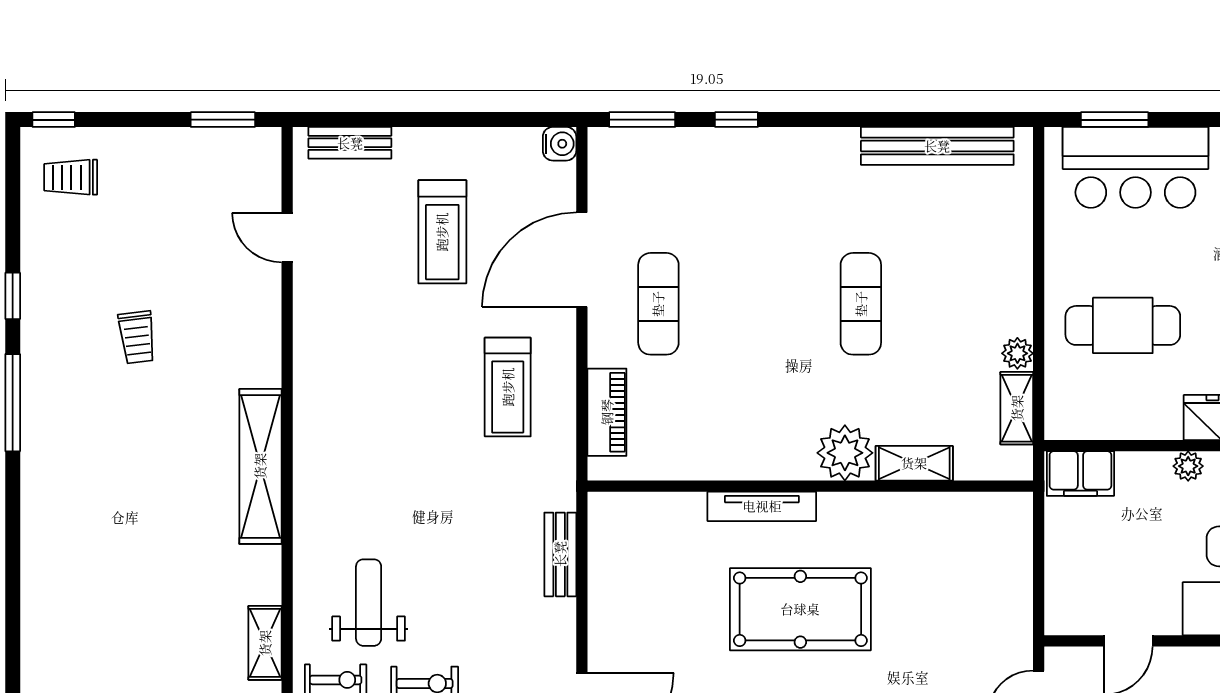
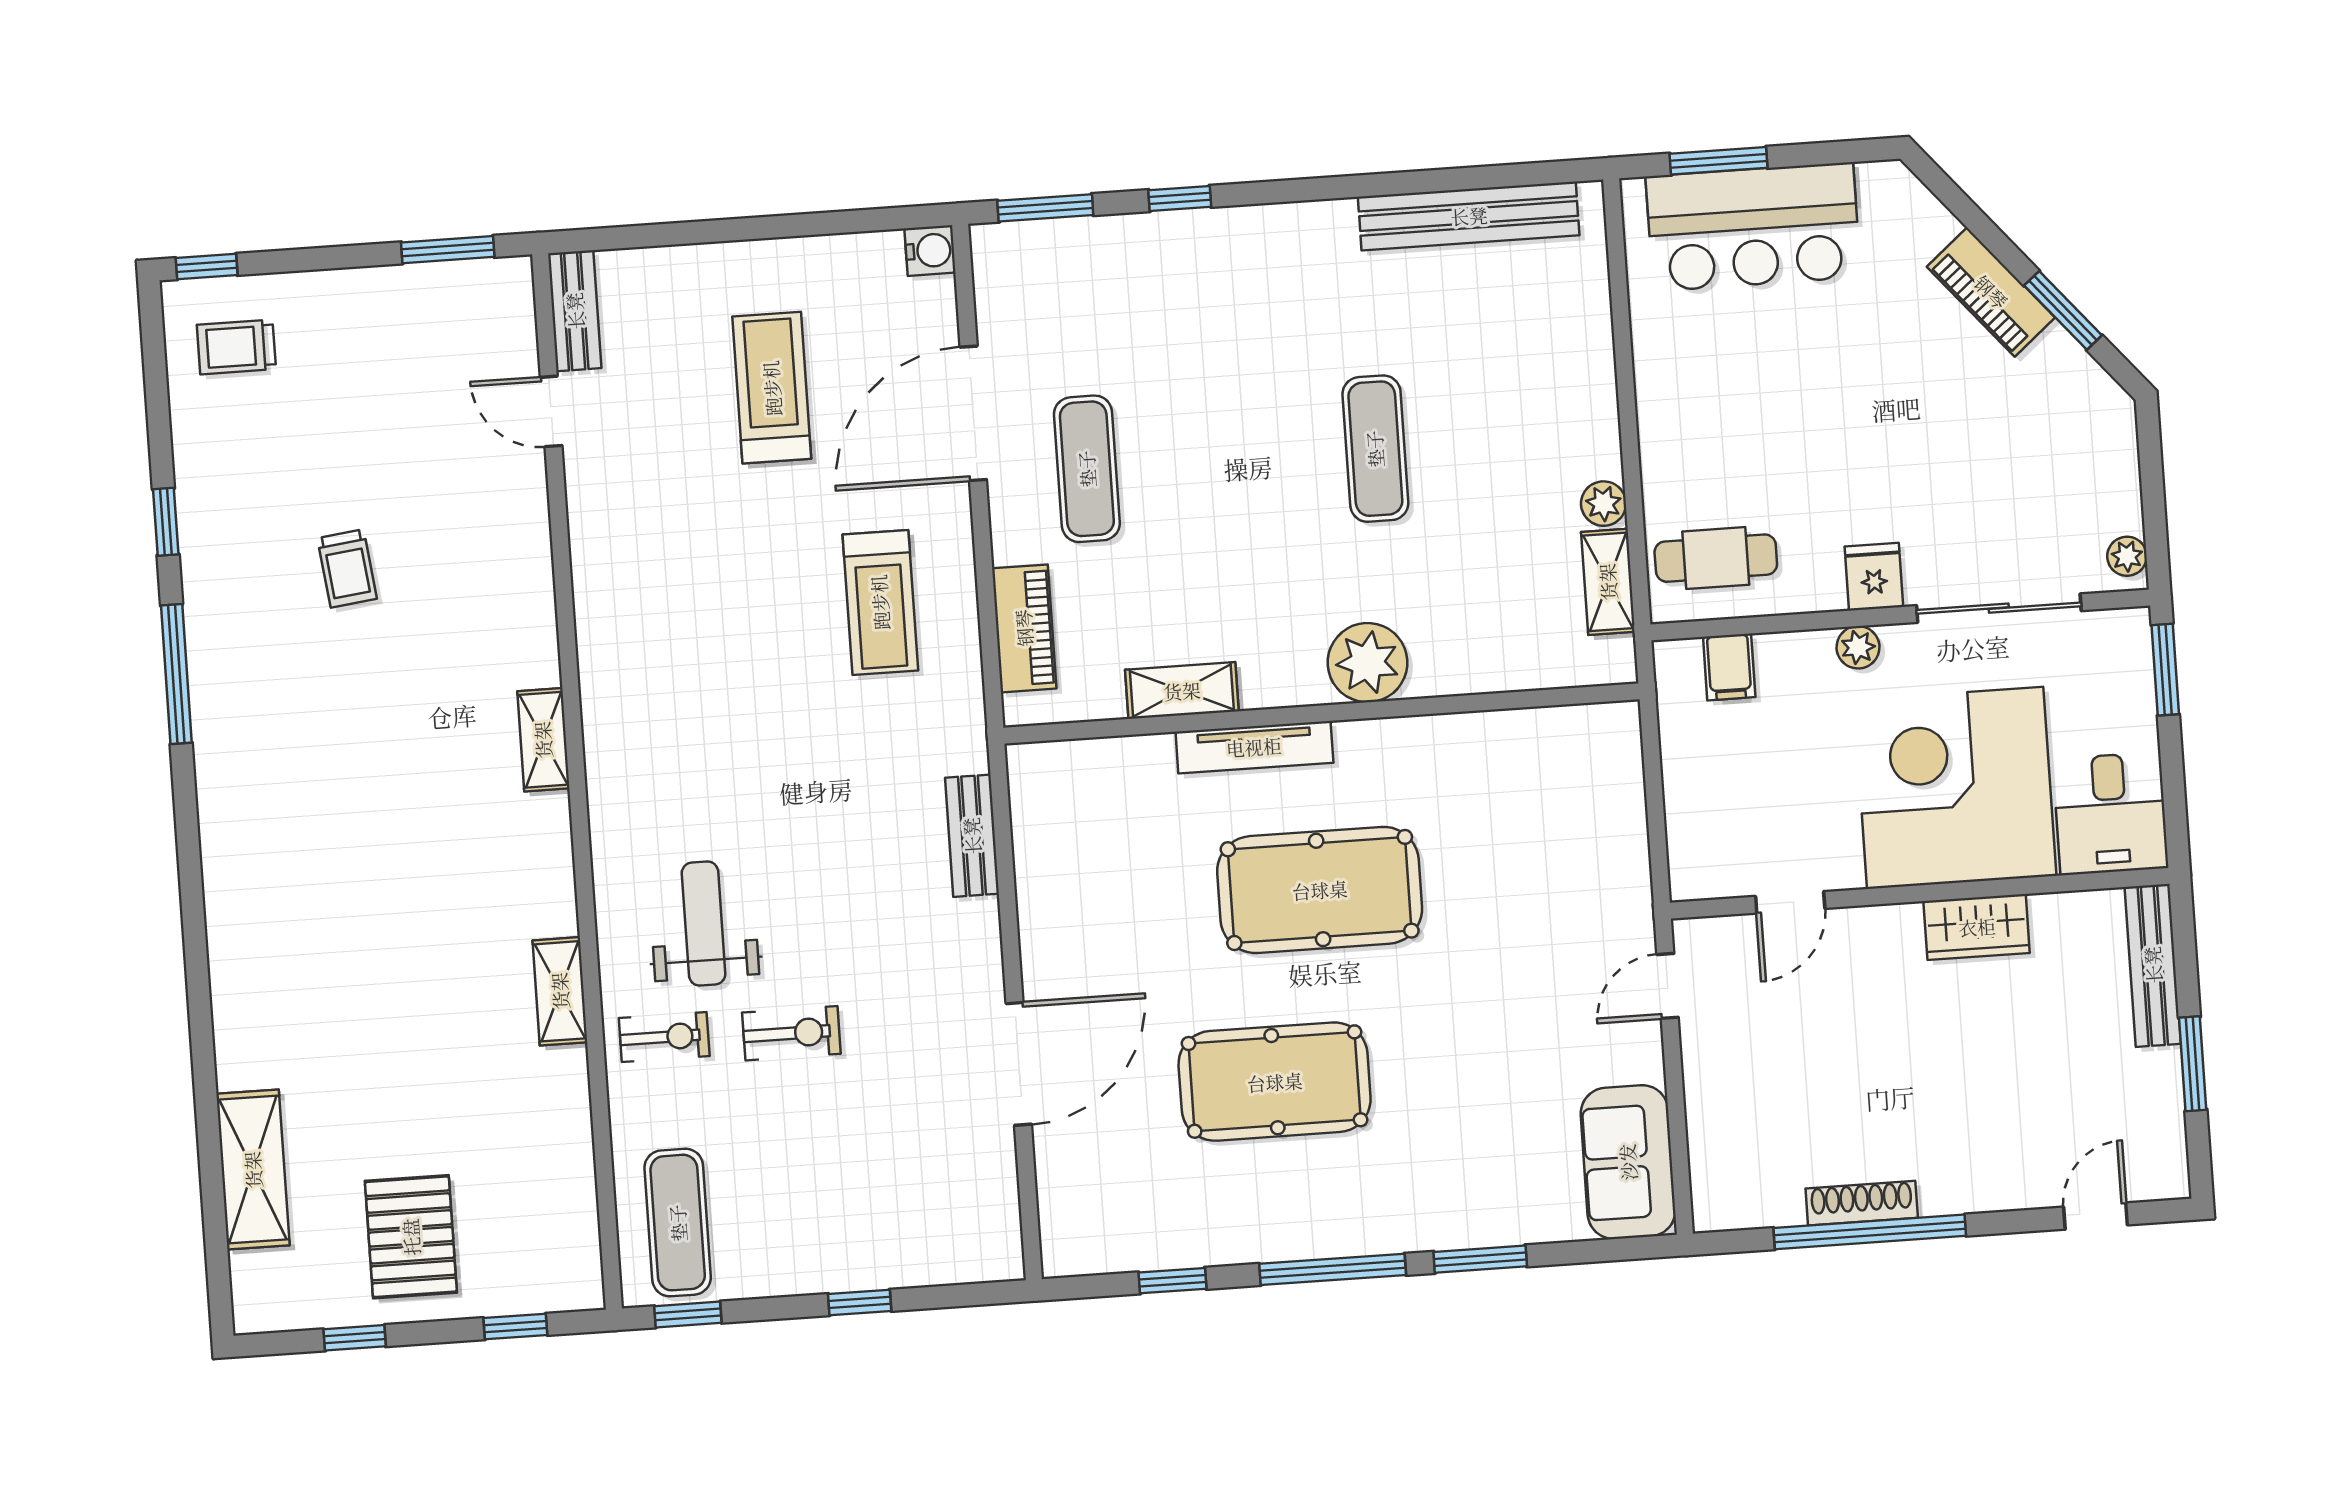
bench: (350, 143) -> (575, 311), moved, turned 90
treadmill: (442, 232) -> (772, 388), turned 180
cafe table: (1123, 325) -> (1716, 558), moved, width x0.73, depth x0.74
shelving: (914, 463) -> (1182, 691), moved
shelving: (260, 466) -> (543, 740), width x0.45, depth x0.75
filing cabinet: (1080, 474) -> (1729, 667), width x0.50

